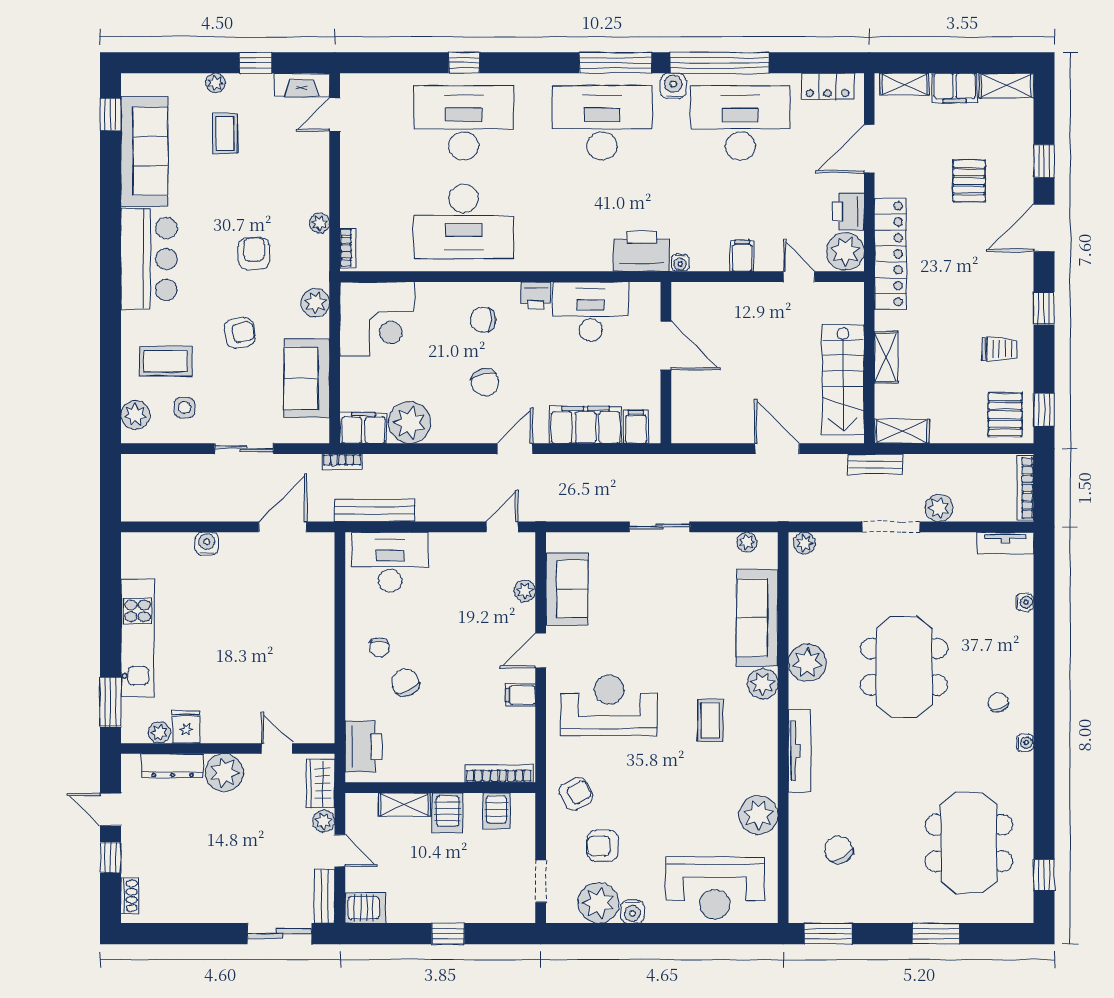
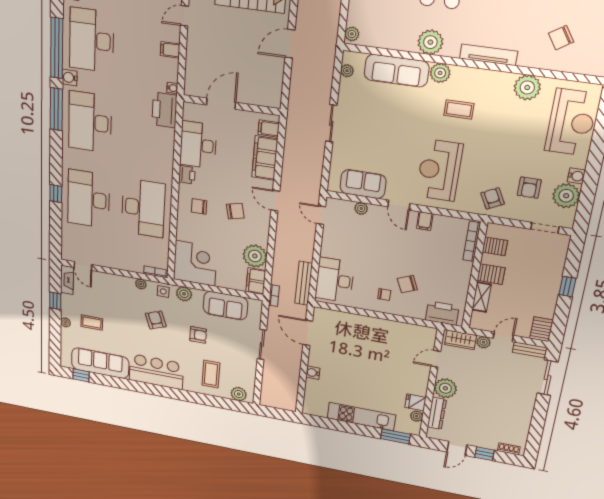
armchair: (254, 253) -> (156, 320), turned 70
chair: (483, 320) -> (199, 206), turned 90
armchair: (240, 333) -> (198, 335), turned 100
side table: (185, 408) -> (163, 291), moved

